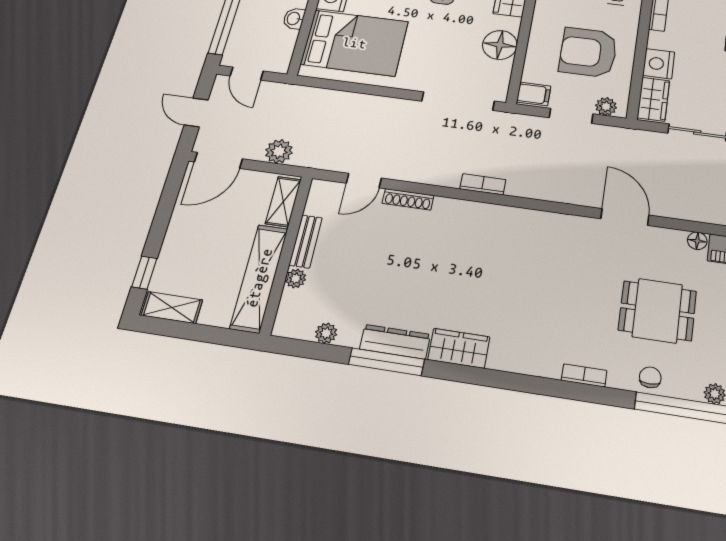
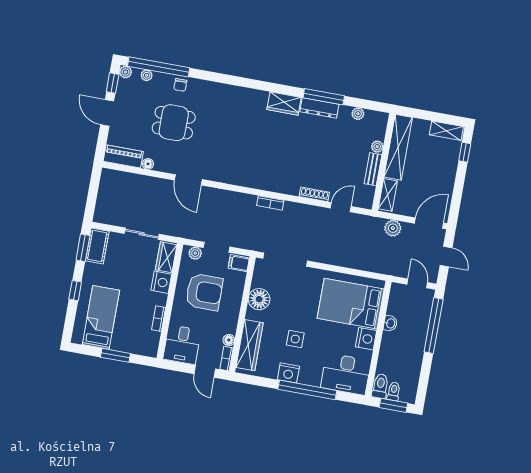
bookcase: (584, 375) -> (216, 87), removed

